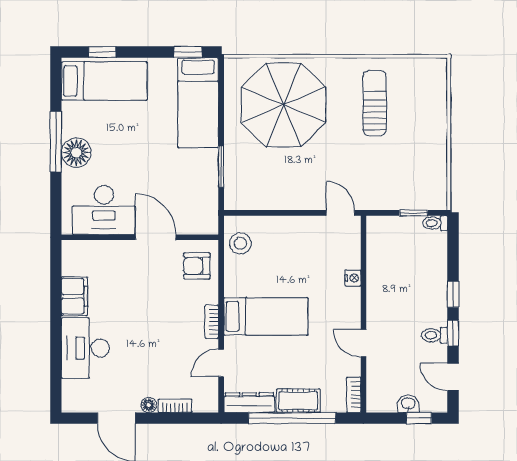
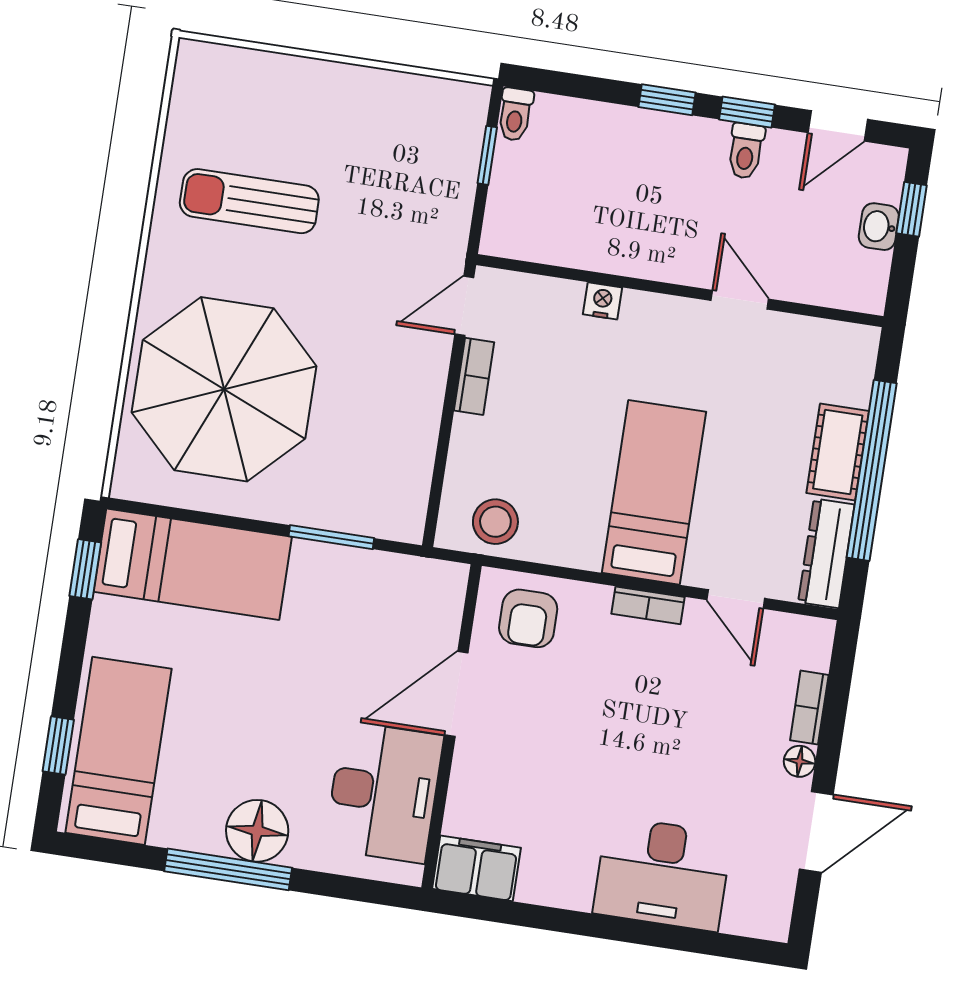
filing cabinet: (74, 296) -> (477, 868), moved
door: (363, 343) -> (740, 300), swing flipped
bookcase: (354, 395) -> (474, 376), moved, turned -90

